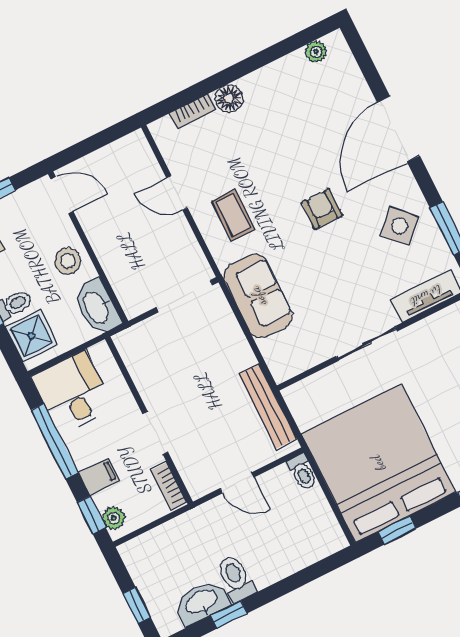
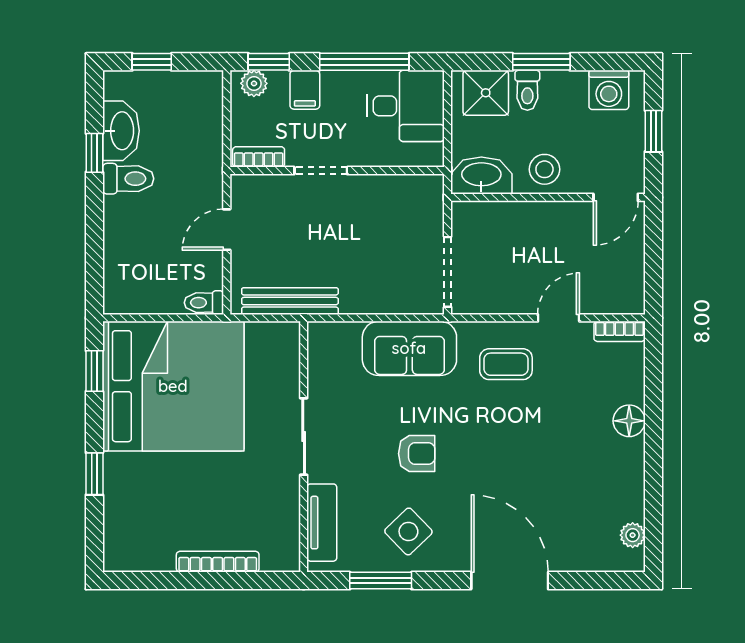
bookcase: (193, 111) -> (620, 331), moved, turned -90
armchair: (322, 209) -> (417, 454), moved

